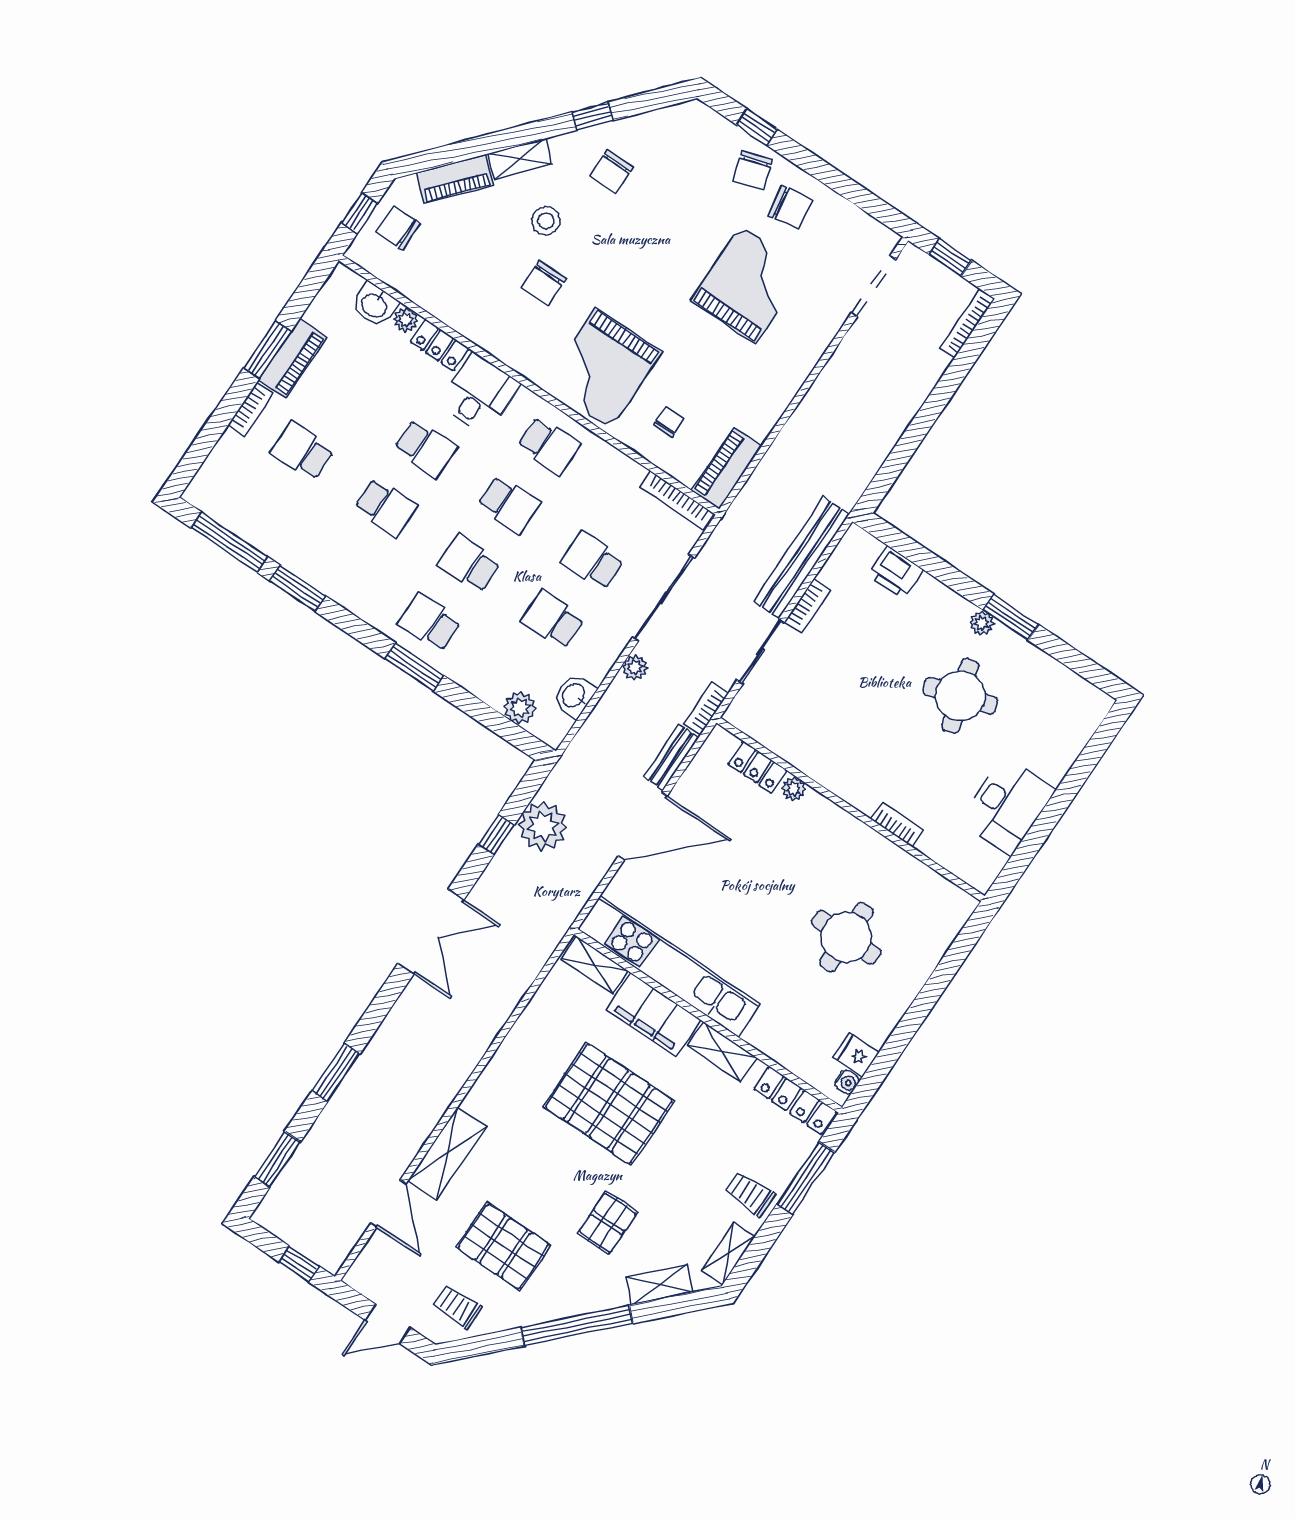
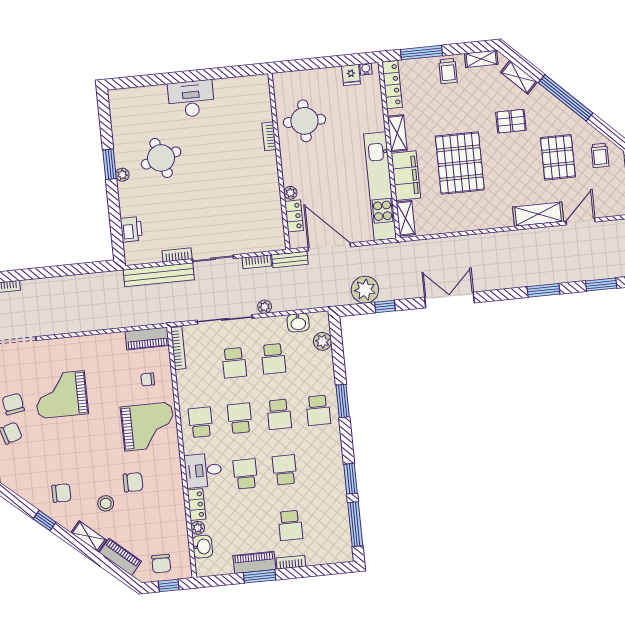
locker: (758, 767) -> (294, 216), moved
plant: (794, 789) -> (290, 193), moved
wall: (851, 809) -> (279, 161), moved
bookcase: (897, 824) -> (269, 136), moved

